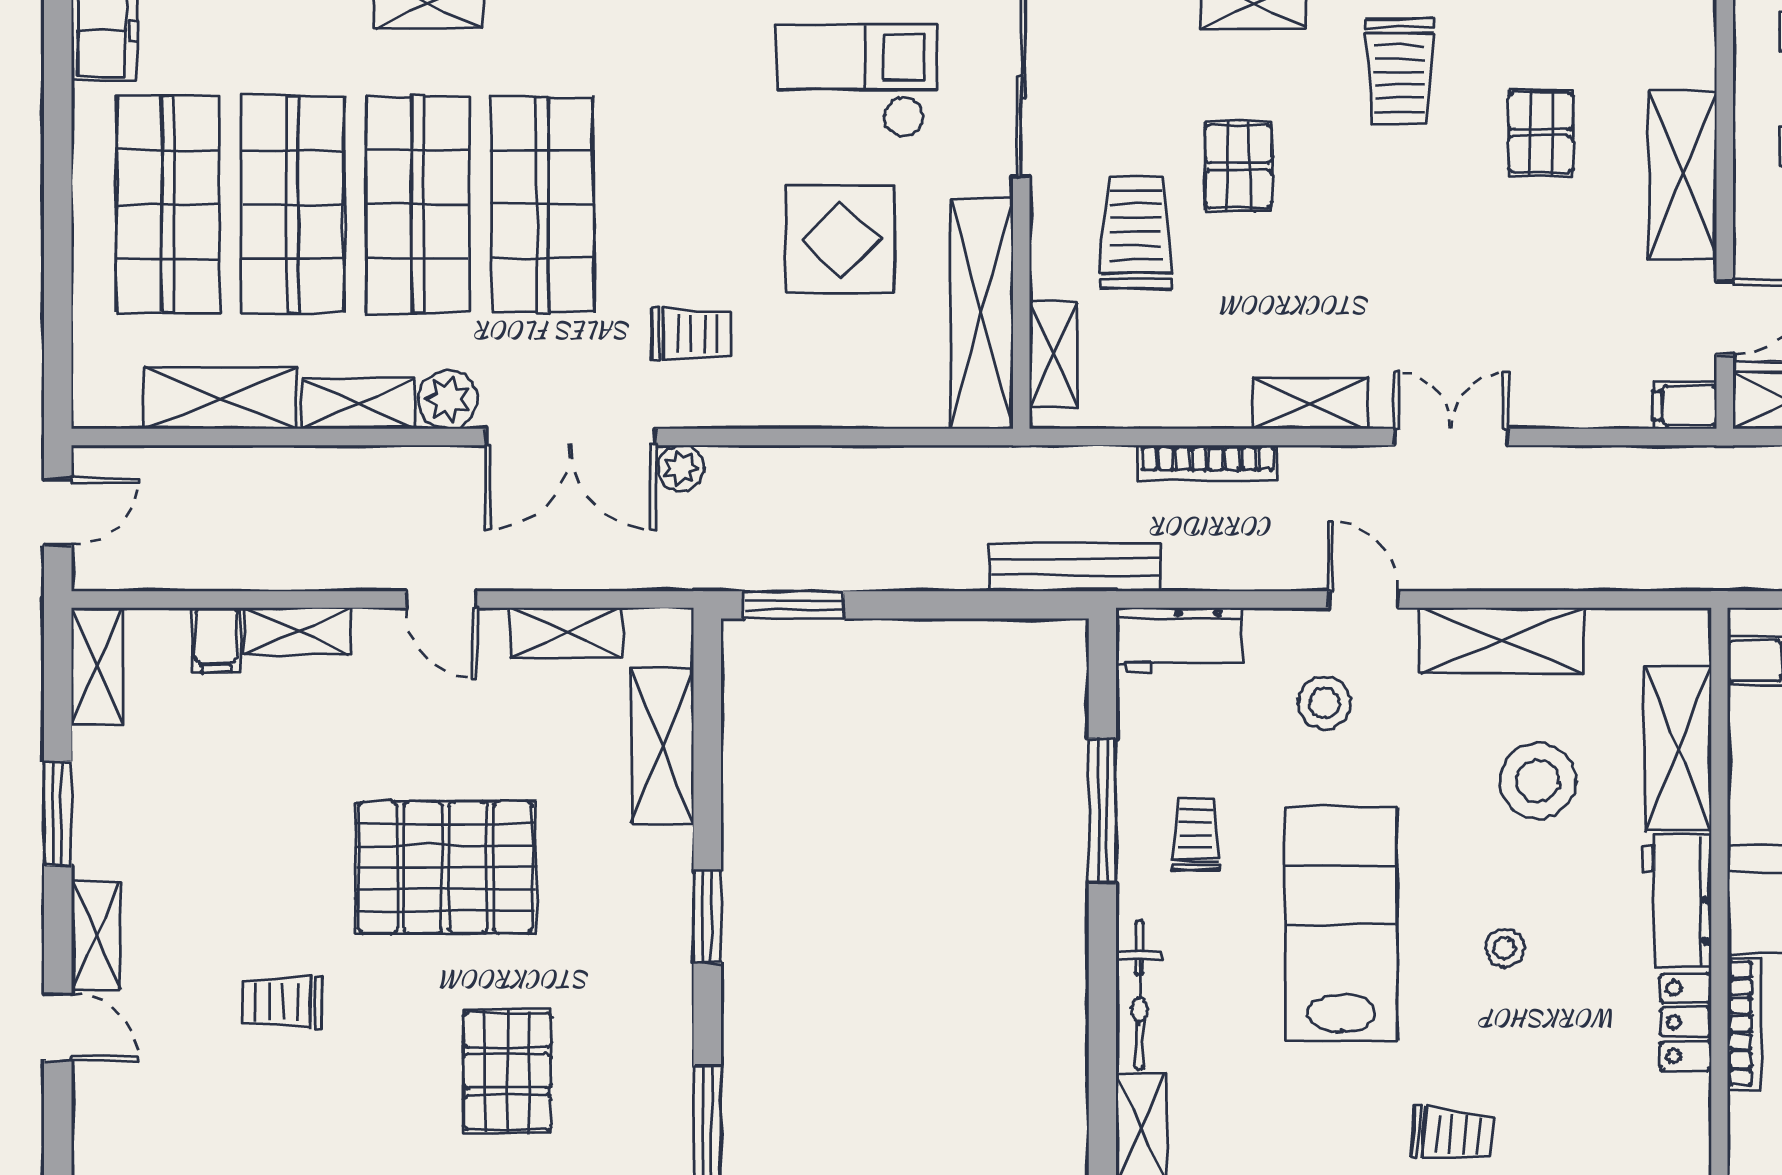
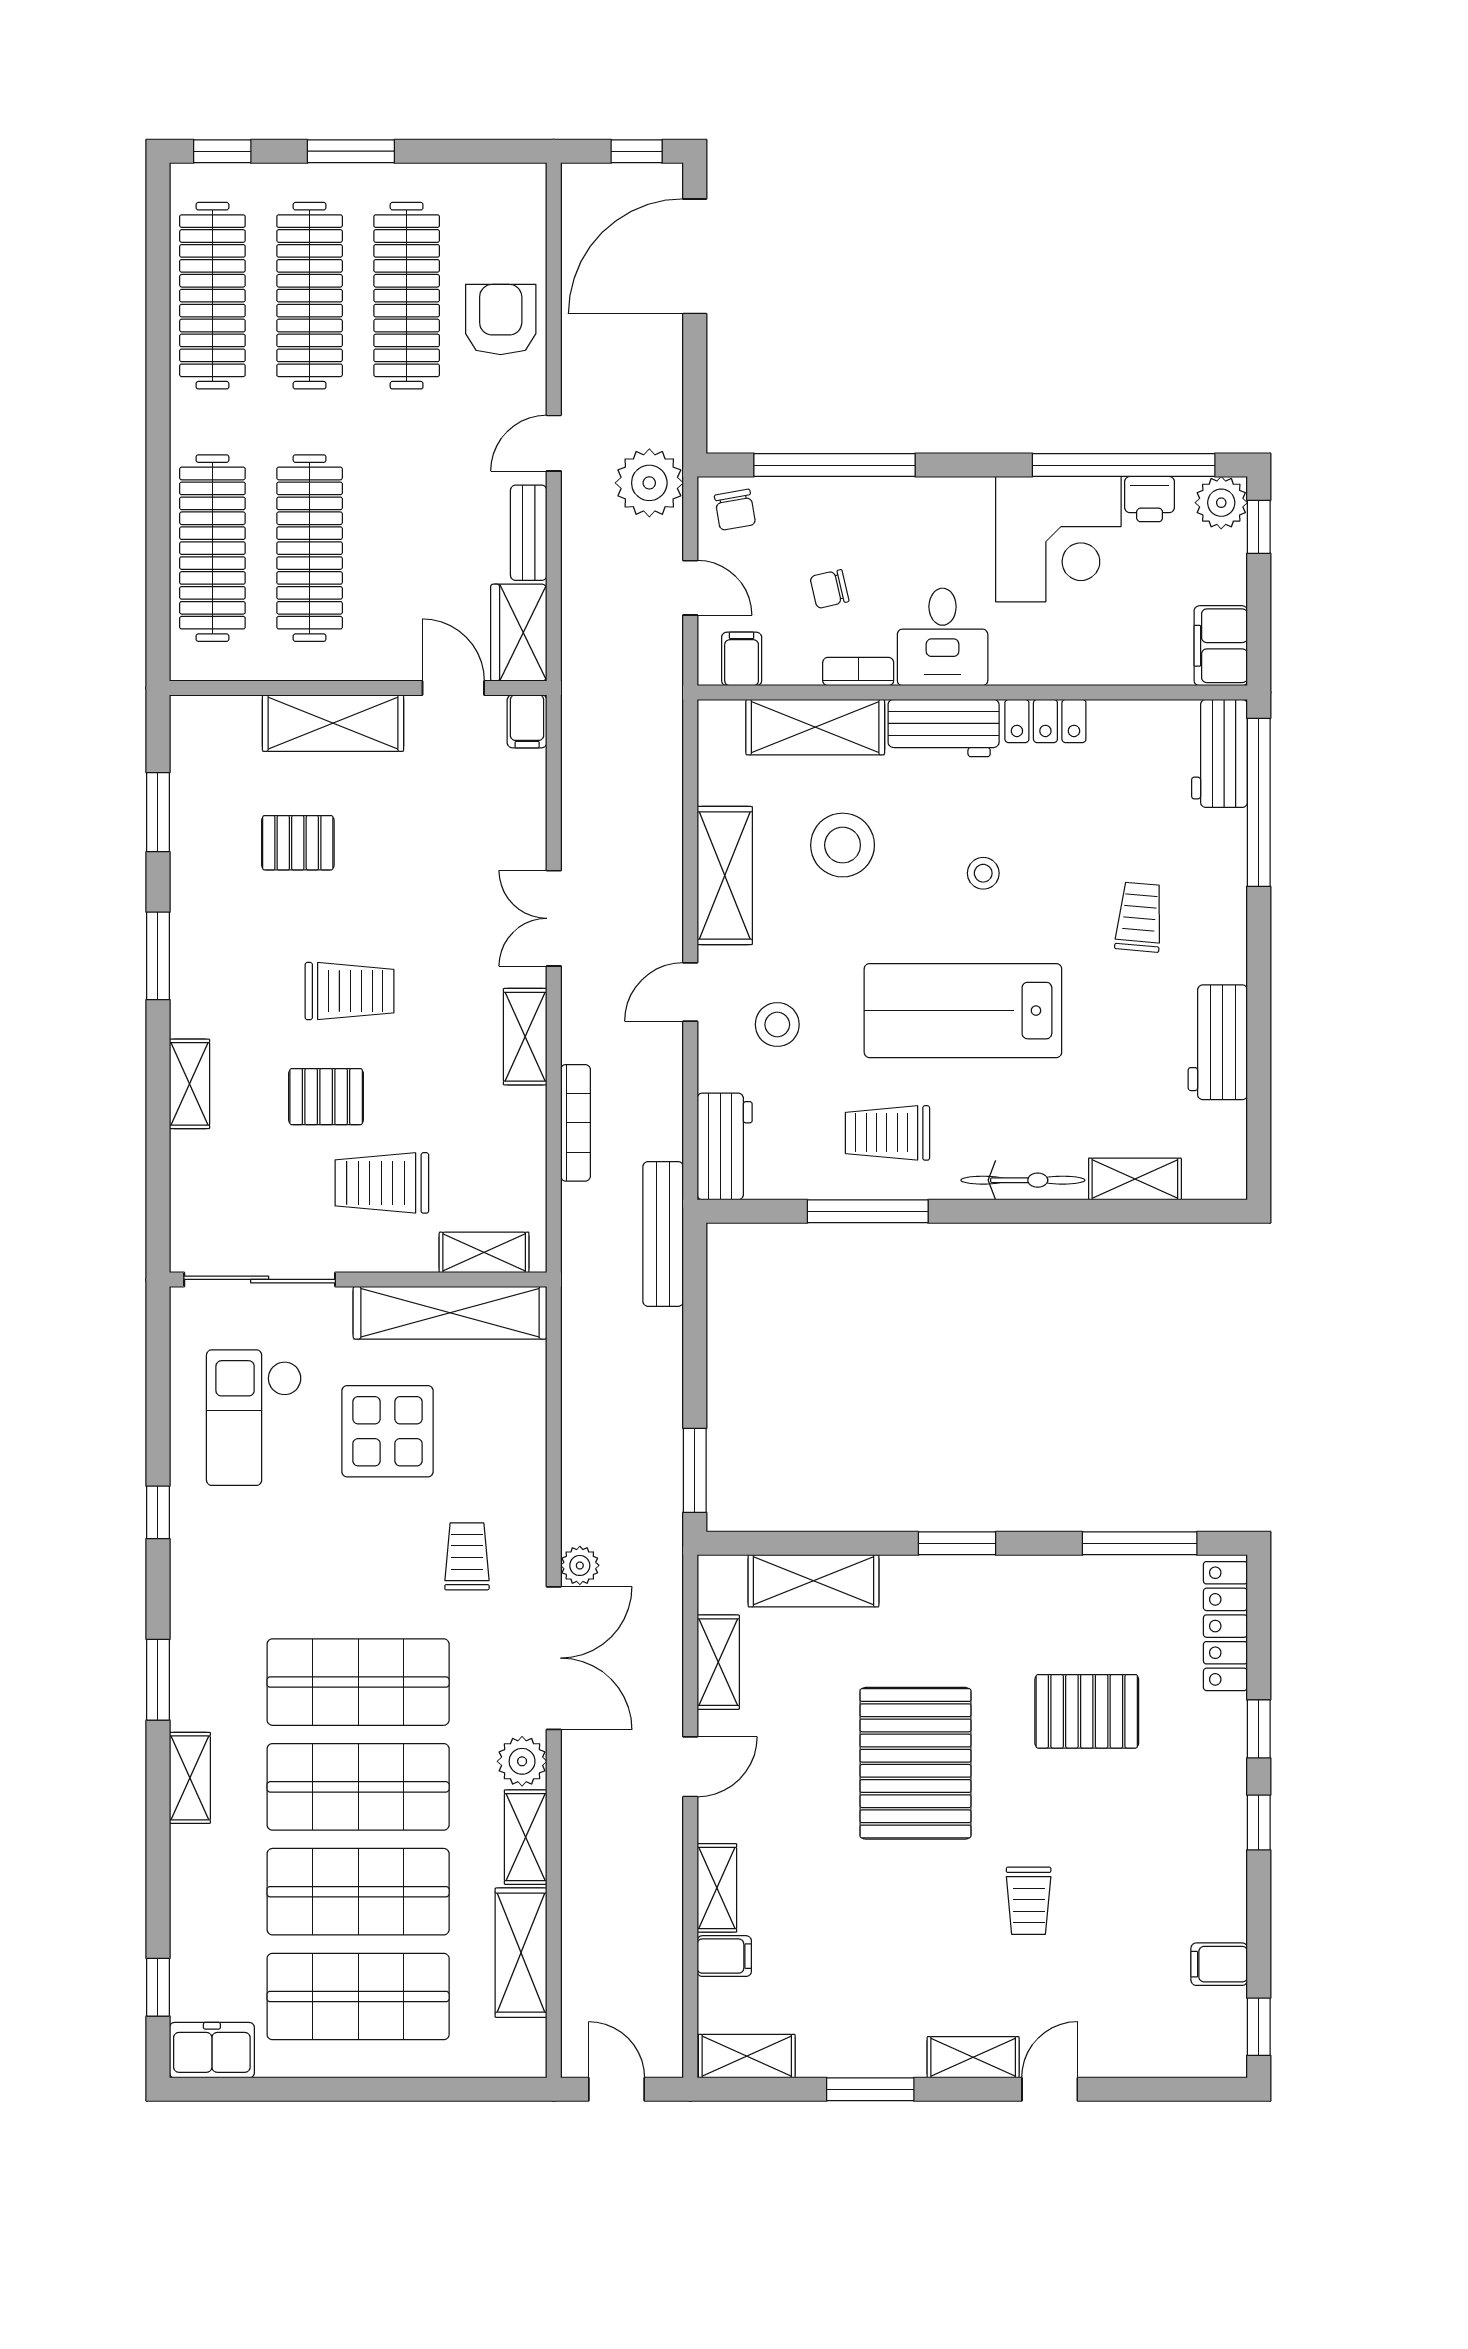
trolley: (1400, 71) -> (350, 991), moved
trolley: (1195, 834) -> (887, 1133), width x1.36, depth x1.39
bookcase: (1744, 1024) -> (858, 672), moved, width x0.64

